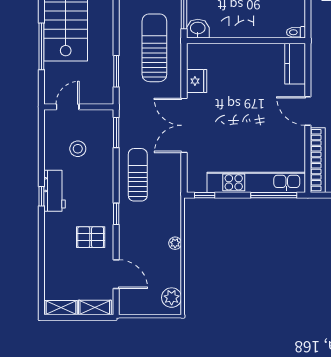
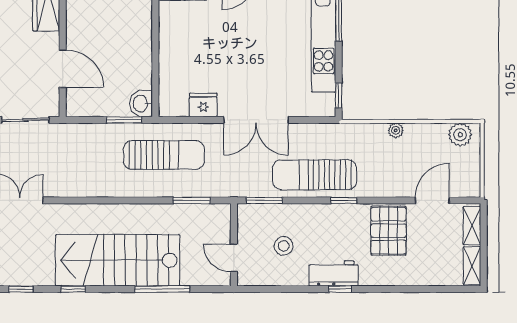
sun lounger: (154, 48) -> (164, 155), turned 180
sun lounger: (138, 175) -> (315, 175), width x1.36, depth x1.34
window: (116, 214) -> (344, 200), moved
pallet: (91, 237) -> (389, 231), width x1.50, depth x1.42

